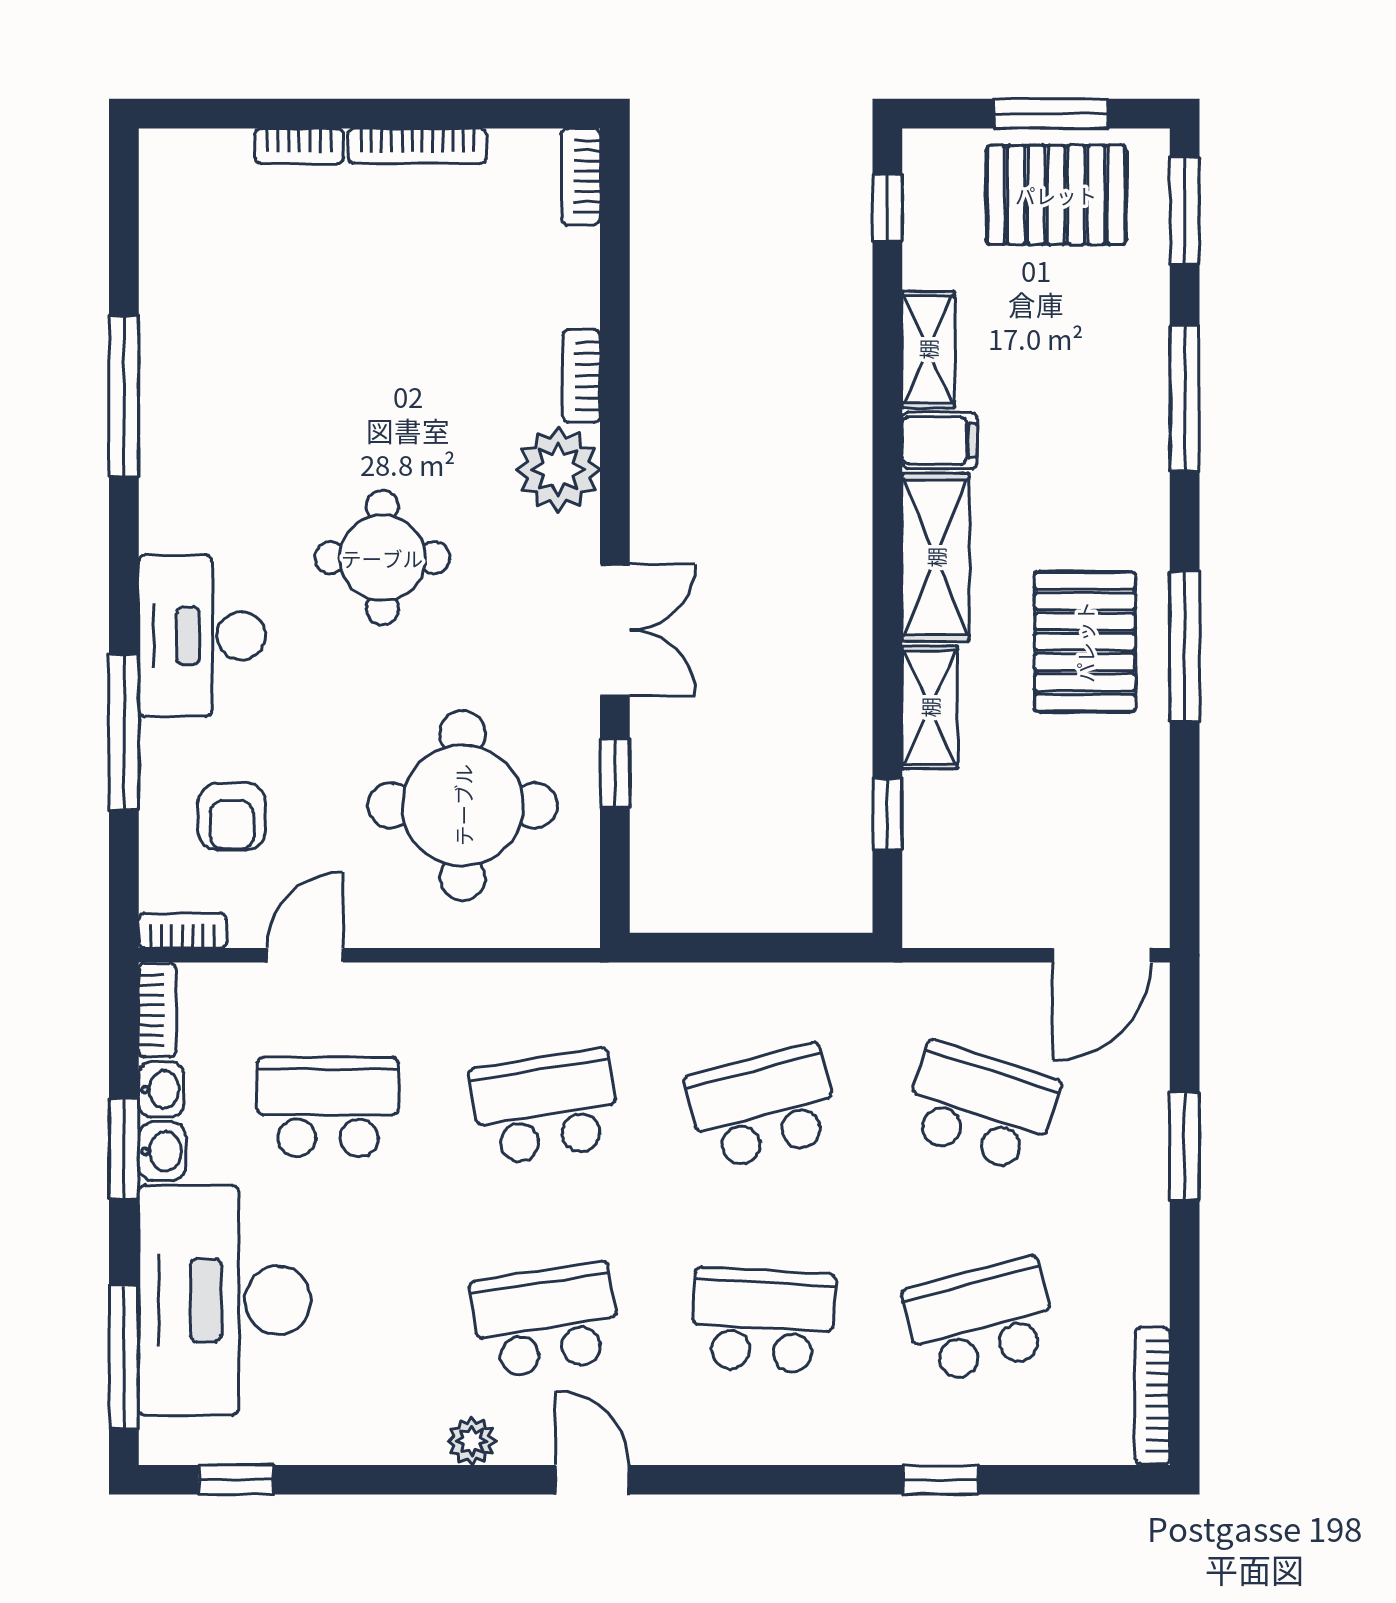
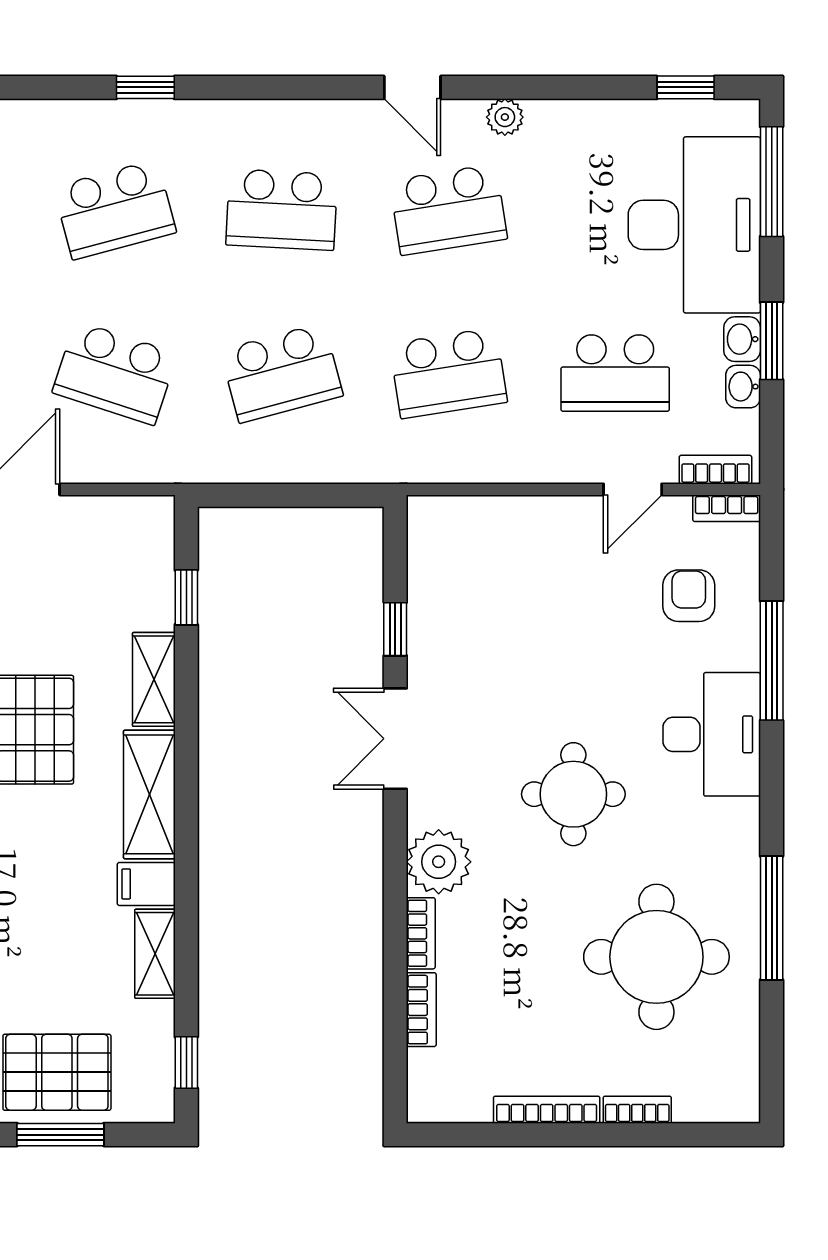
bookcase: (581, 177) -> (421, 1010), moved
round table: (463, 805) -> (656, 957), moved
bookcase: (157, 1010) -> (715, 470), moved, turned 90

